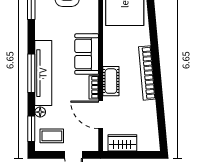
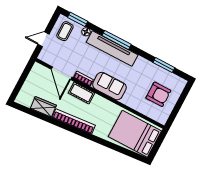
door: (101, 115) -> (62, 73), swing flipped
wardrobe: (122, 143) -> (43, 107), moved, turned -95

